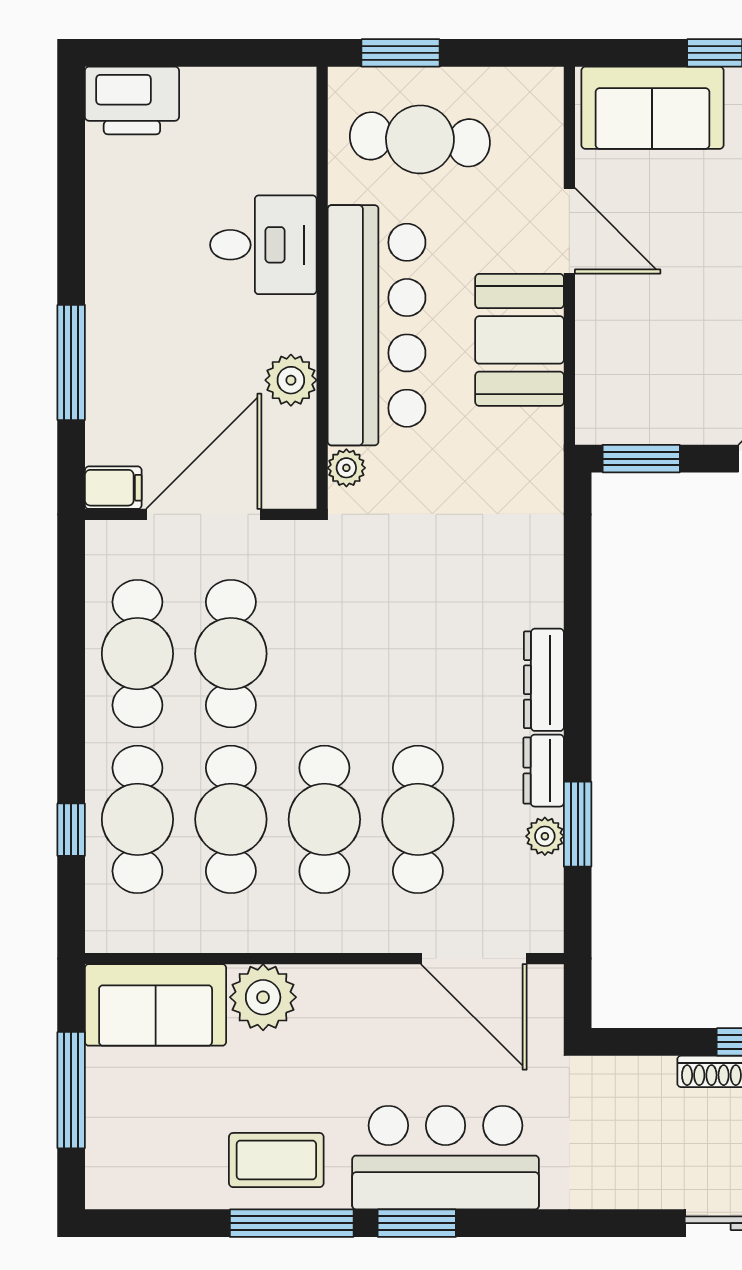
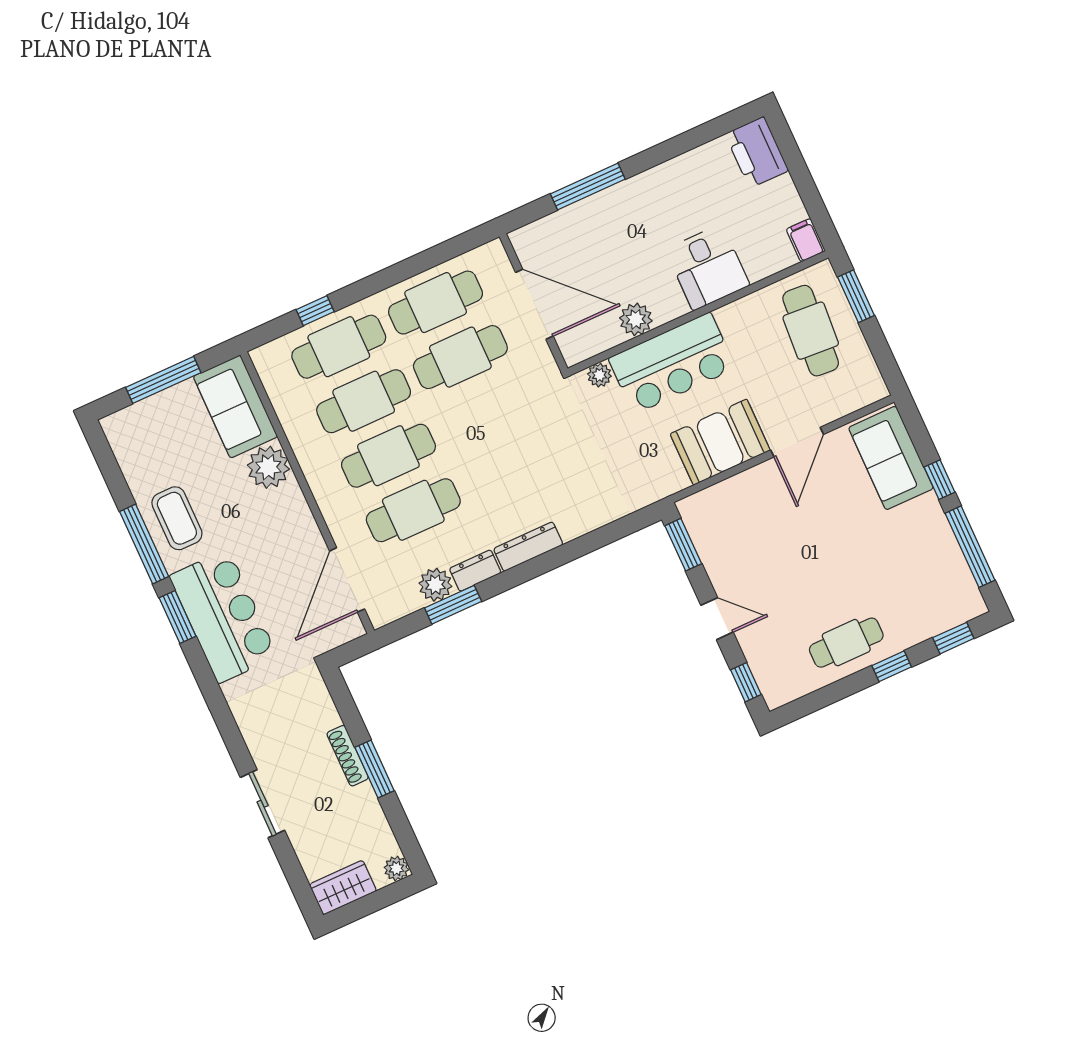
bar counter: (377, 325) -> (672, 363), width x0.73
filing cabinet: (113, 488) -> (806, 240), moved, turned 180
plant: (545, 836) -> (435, 585), width x1.38, depth x1.38

